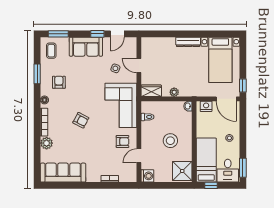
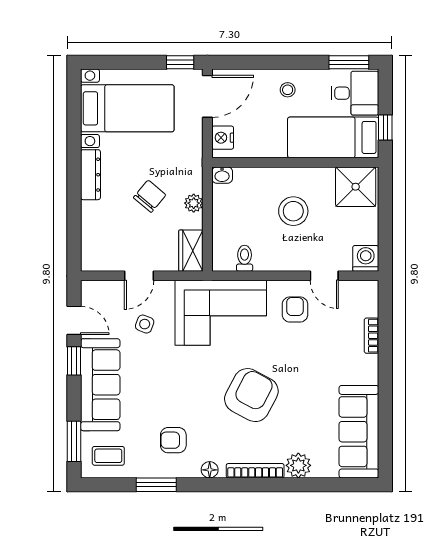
sofa: (86, 47) -> (100, 385), width x1.36
chair: (178, 71) -> (150, 196), added
armchair: (81, 120) -> (251, 395), width x1.88, depth x1.88

